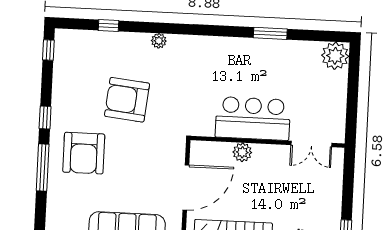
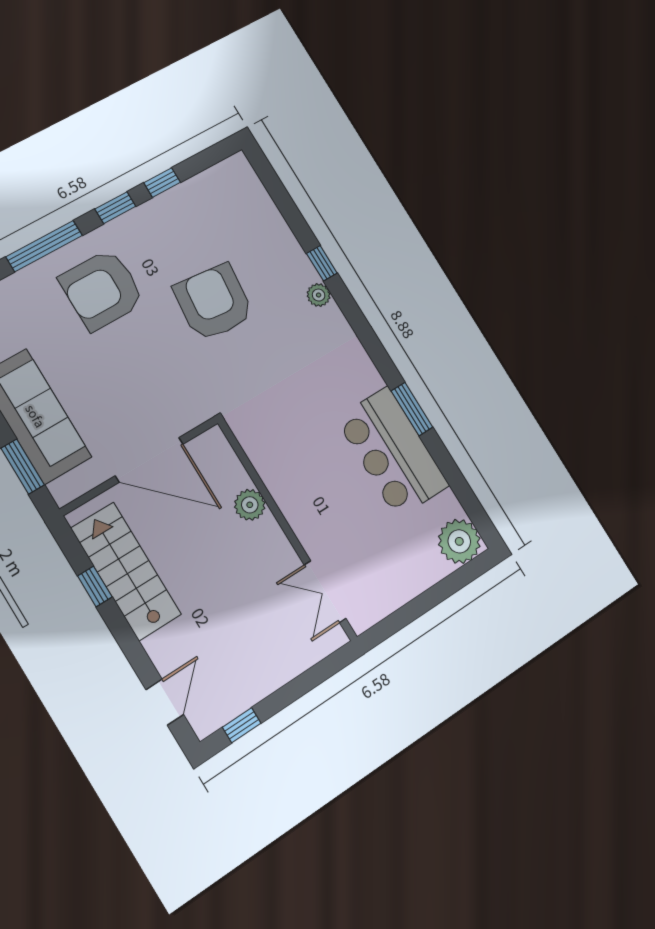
window: (108, 25) -> (322, 263), moved
window: (270, 33) -> (412, 409), moved
window: (48, 50) -> (162, 183), moved
bar counter: (253, 118) -> (392, 452), moved, turned 180

